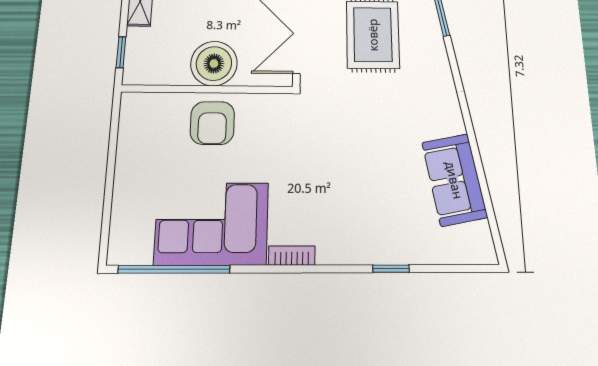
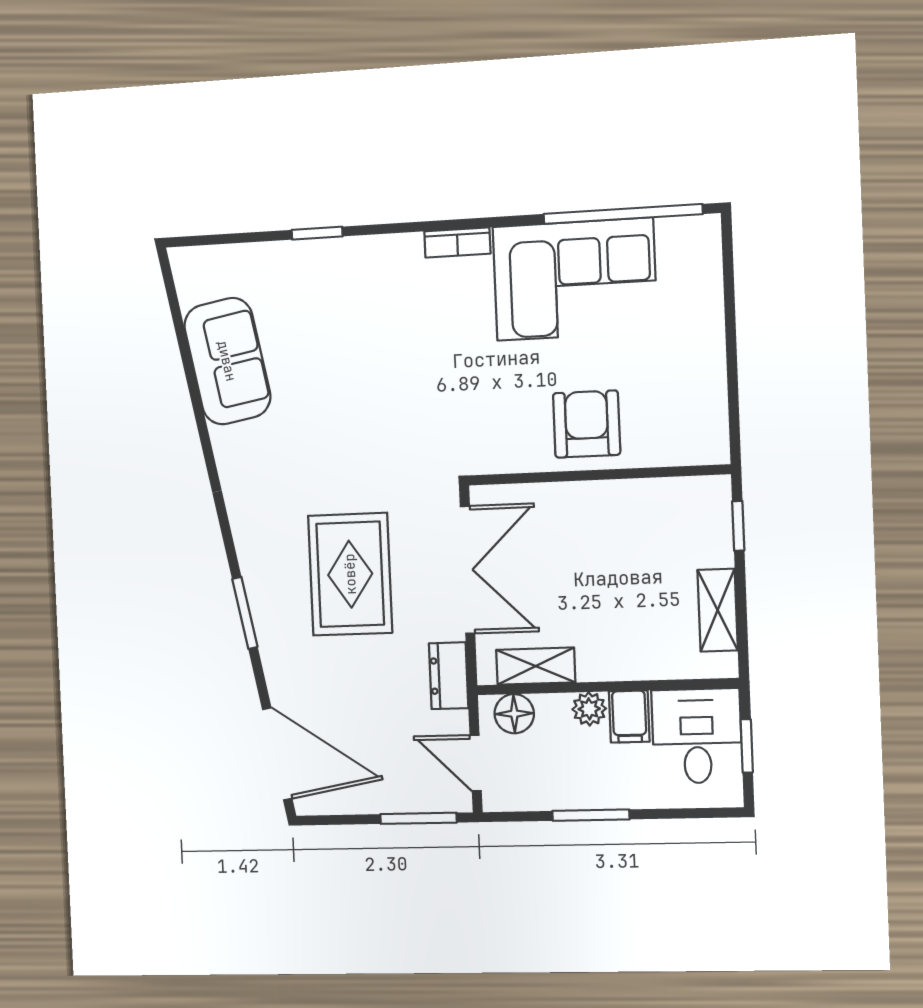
boiler: (214, 64) -> (592, 515), removed

